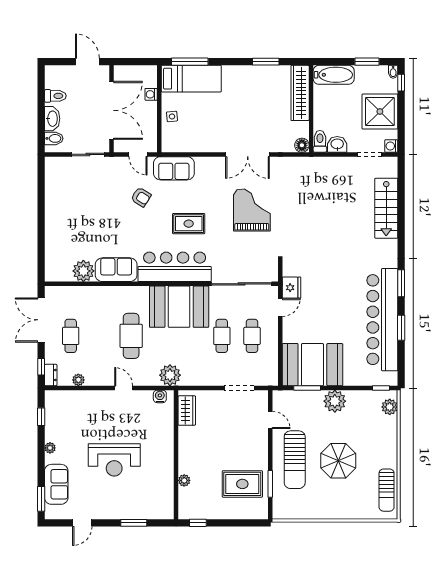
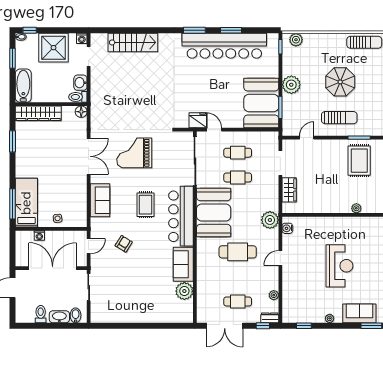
sofa: (174, 168) -> (100, 200), moved
wardrobe: (187, 411) -> (289, 190), moved, turned 90
sun lounger: (295, 460) -> (339, 118), width x0.73, depth x0.75

